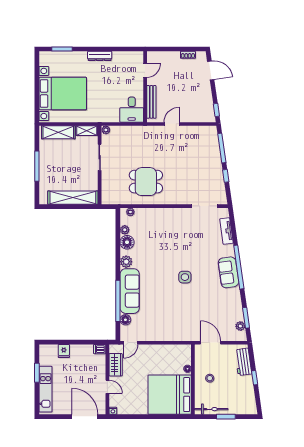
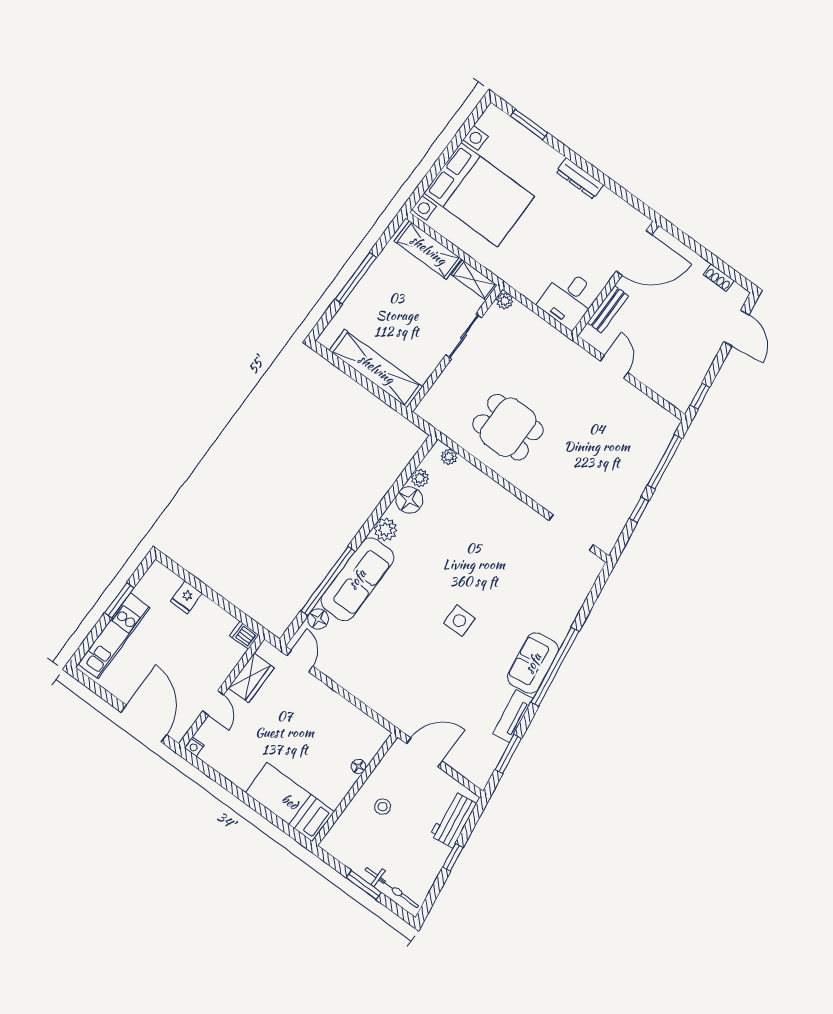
door: (145, 70) -> (634, 253), width x1.88
bench: (151, 102) -> (608, 309), width x0.73
door: (172, 124) -> (614, 367), hinge flipped
tv unit: (226, 231) -> (513, 716), moved
plant: (240, 326) -> (490, 760), removed
door: (131, 343) -> (300, 661), swing flipped
door: (210, 343) -> (424, 752), hinge flipped
bed: (170, 395) -> (290, 802), width x0.49
bicycle: (211, 409) -> (392, 888), moved

